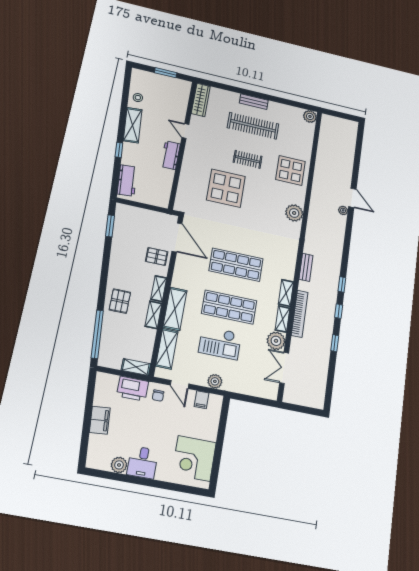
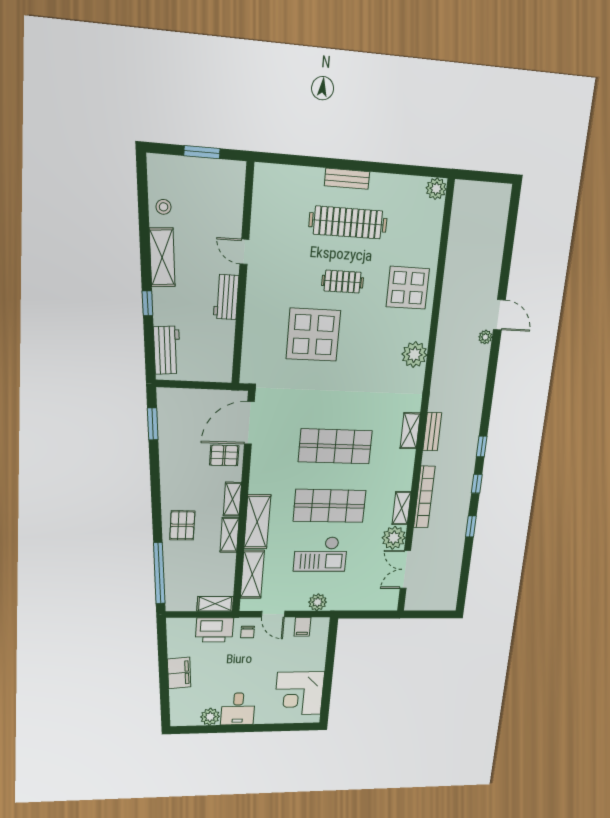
wardrobe: (201, 100) -> (263, 192), removed
door: (177, 237) -> (249, 423), swing flipped
shelving: (286, 293) -> (410, 431), moved

